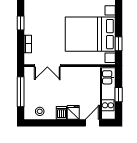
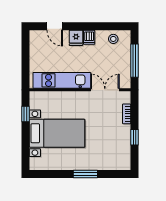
bed with nightstands: (90, 34) -> (57, 133), width x0.73
kitchen unit: (108, 93) -> (62, 80), moved, turned -90
window: (119, 95) -> (26, 57), removed
door: (92, 123) -> (55, 26), hinge flipped

